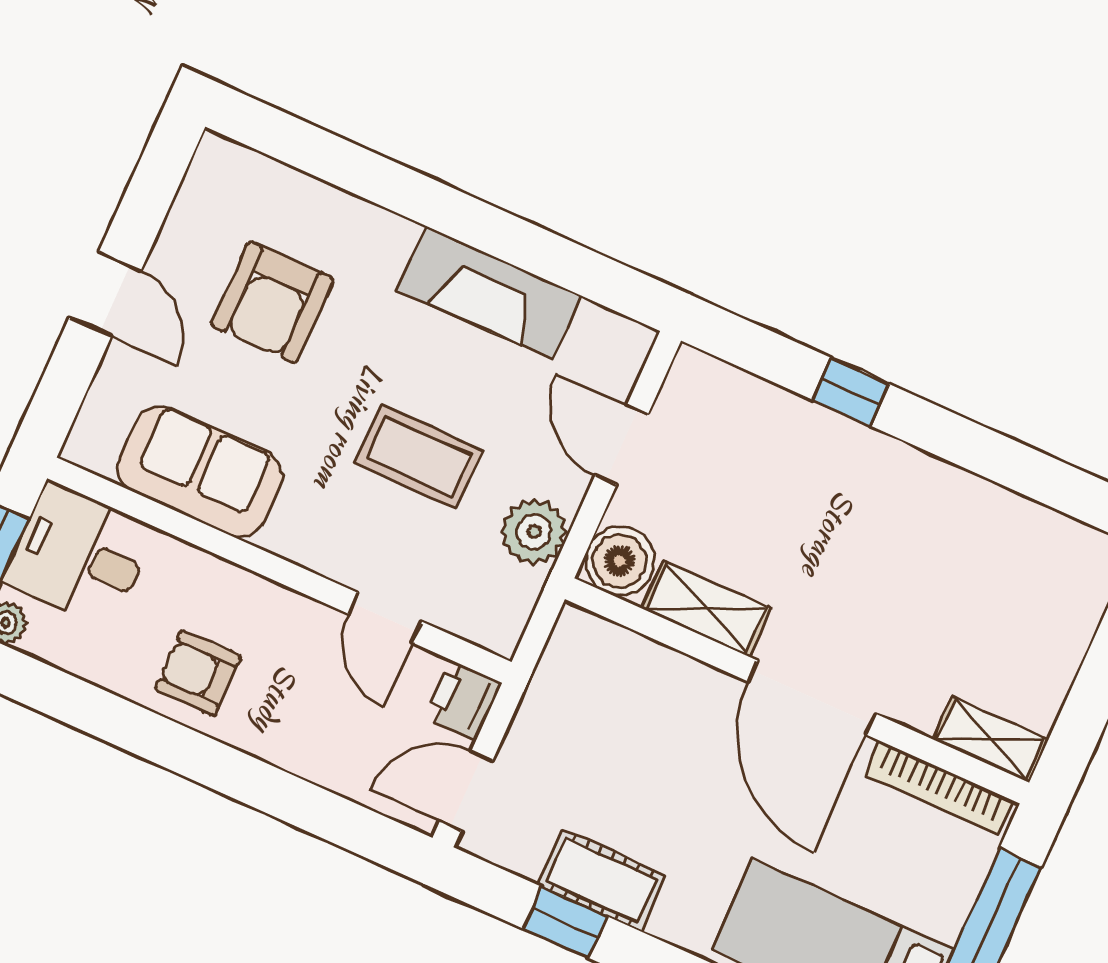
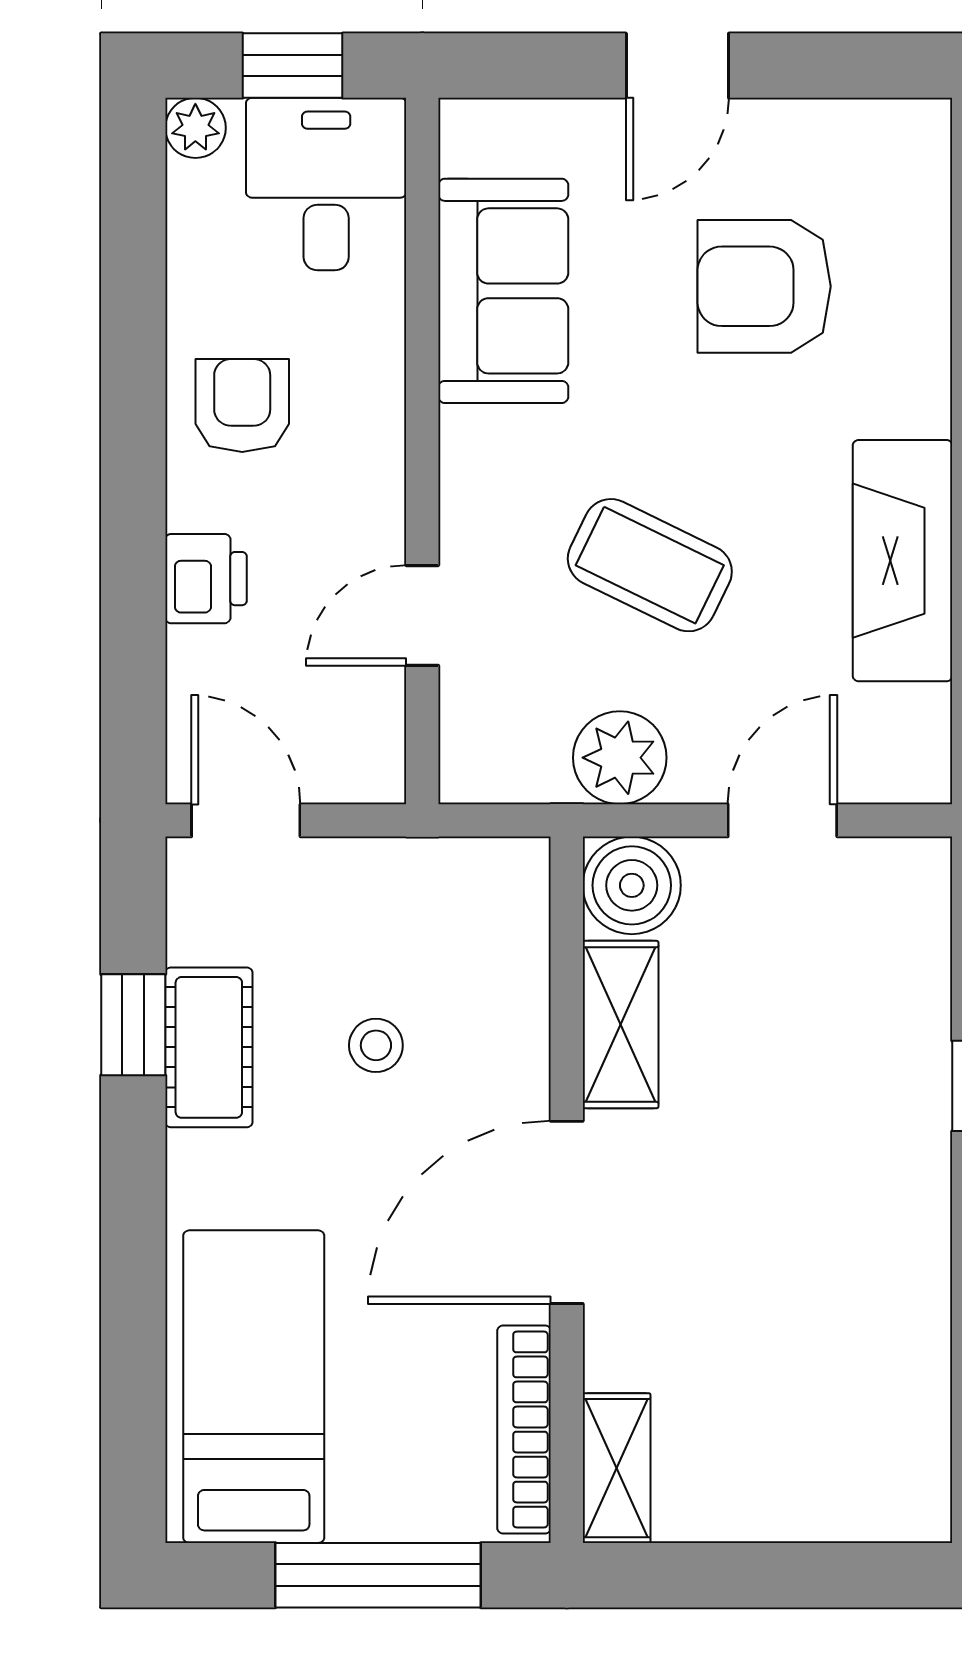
coffee table: (419, 457) -> (650, 565), turned -64
printer: (463, 700) -> (206, 579), moved, turned 90
stool: (649, 772) -> (376, 1045), added

